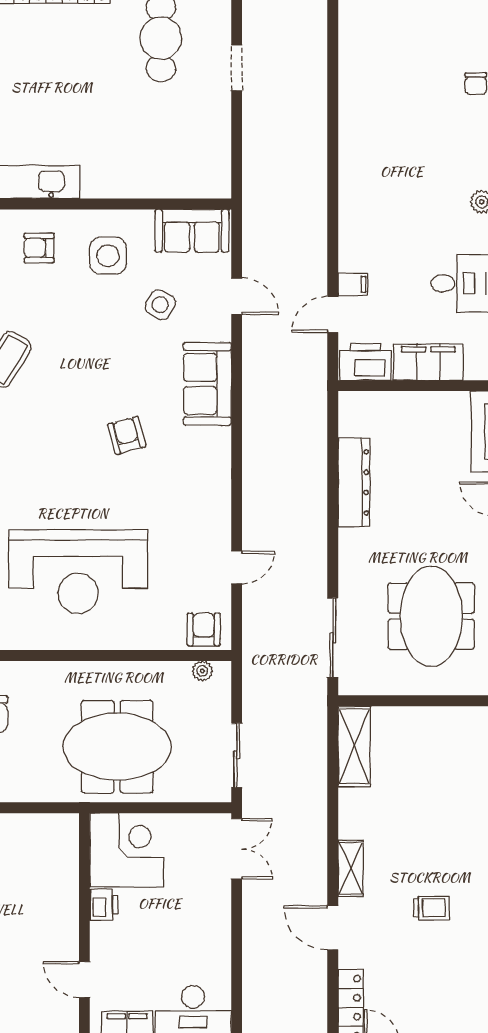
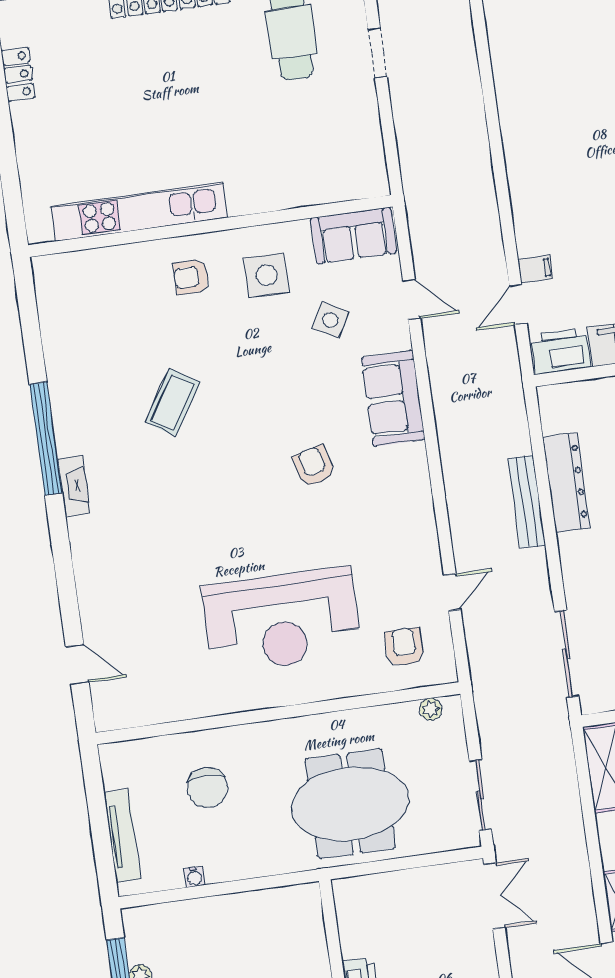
bench: (316, 495) -> (527, 502), added
armchair: (204, 630) -> (404, 647), moved
corner desk: (127, 850) -> (376, 914), removed

